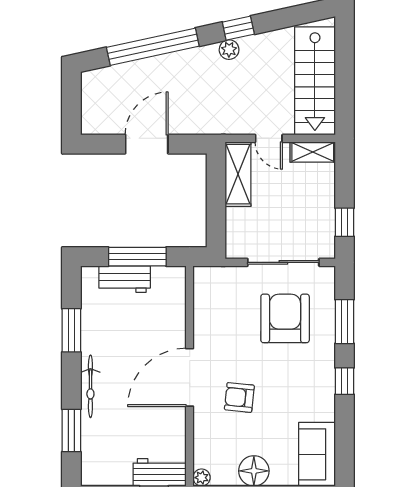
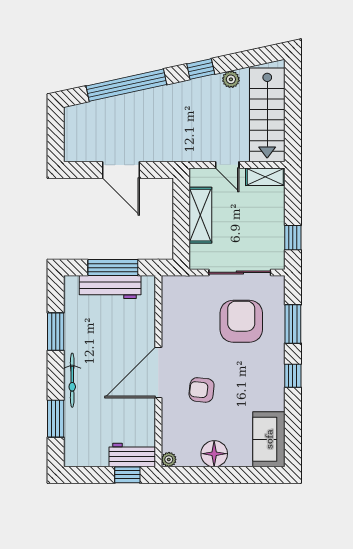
plant: (229, 50) -> (231, 79), moved
door: (147, 144) -> (121, 170), swing flipped
shelving: (238, 174) -> (200, 215), moved
workbench: (125, 279) -> (110, 287), width x1.38

